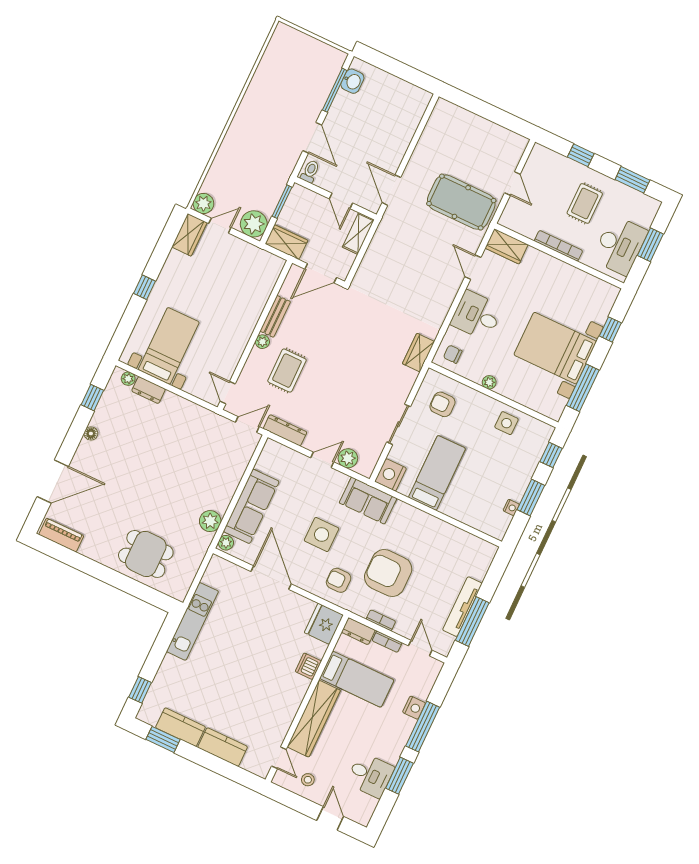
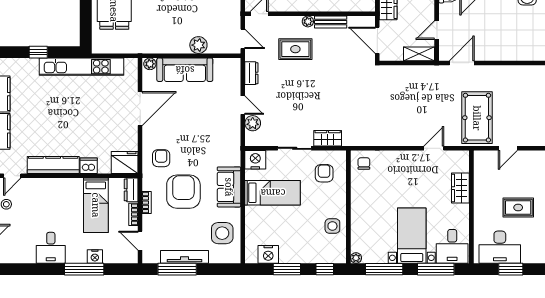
wardrobe: (507, 246) -> (460, 188), moved
bookcase: (558, 246) -> (478, 203), removed
desk: (477, 315) -> (452, 246), moved, turned 180
window: (610, 329) -> (436, 269), width x2.17
bed with nightstands: (555, 348) -> (412, 236), width x0.73
wardrobe: (419, 353) -> (328, 138), moved
plant: (489, 382) -> (356, 258), moved
dresser: (285, 430) -> (251, 73), width x0.70
sofa: (368, 501) -> (229, 187), moved
nightstand: (511, 507) -> (268, 254), width x1.89, depth x1.79
plant: (210, 521) -> (198, 45), moved
side table: (322, 535) -> (222, 233), moved
kitchen unit: (193, 621) -> (81, 67), width x1.36
door: (420, 648) -> (140, 241), swing flipped
window: (140, 690) -> (38, 52), moved
kitchen counter: (289, 706) -> (53, 165), added
wardrobe: (314, 719) -> (53, 188), removed
desk: (370, 775) -> (51, 248), moved
window: (399, 776) -> (41, 269), removed

